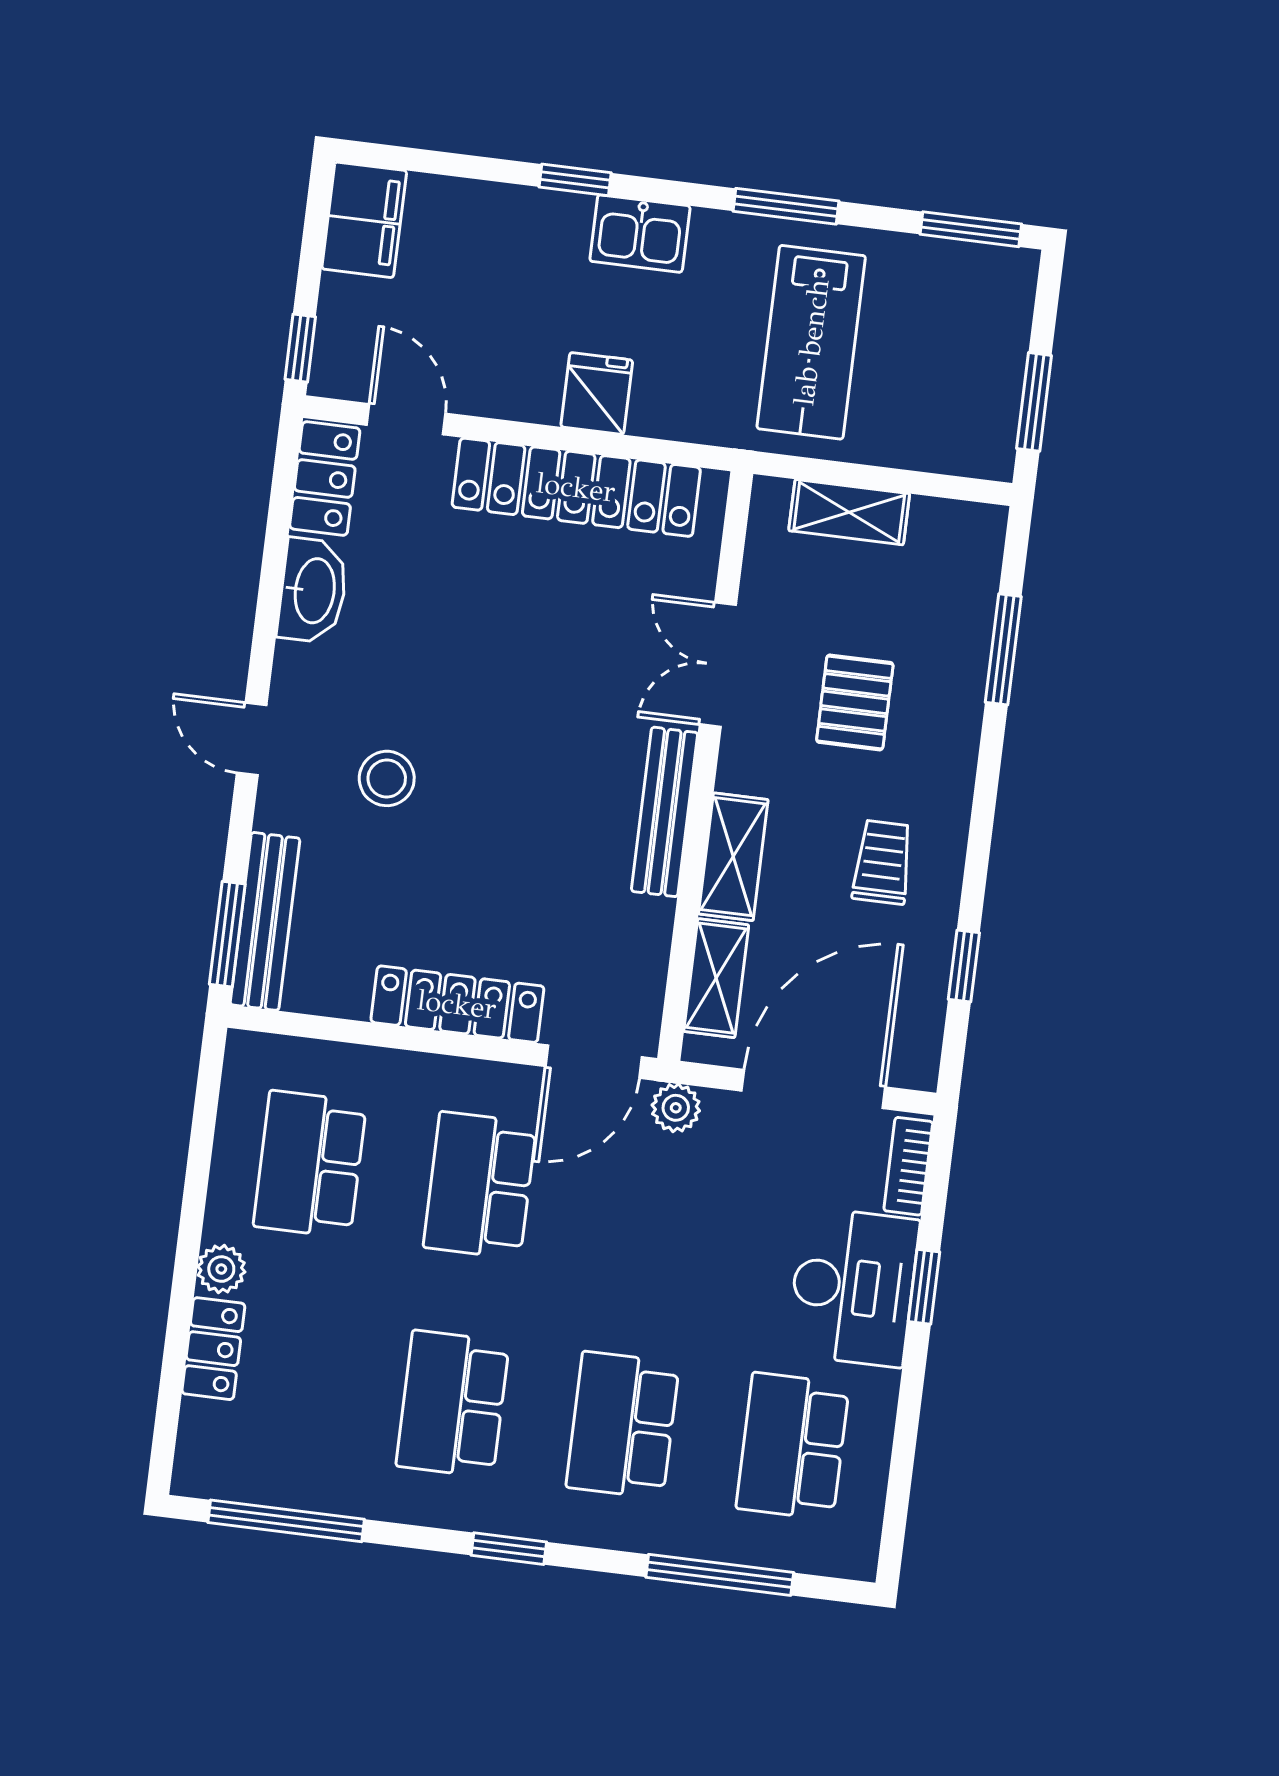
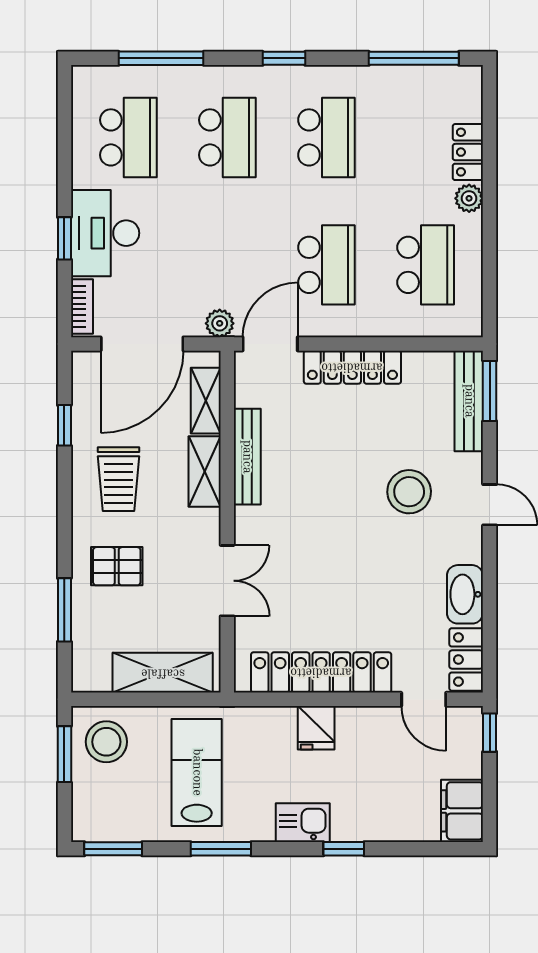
stool: (960, 414) -> (106, 742), added
shelving: (849, 512) -> (163, 673), width x1.50, depth x1.33
pallet: (855, 702) -> (117, 566), moved, turned 90
stool: (387, 778) -> (409, 492), width x1.38, depth x1.38
bench: (665, 812) -> (247, 457), moved
trolley: (883, 862) -> (118, 479), width x1.36, depth x1.39

